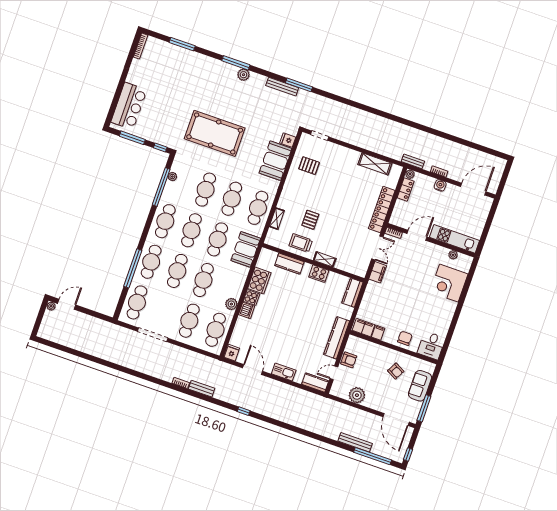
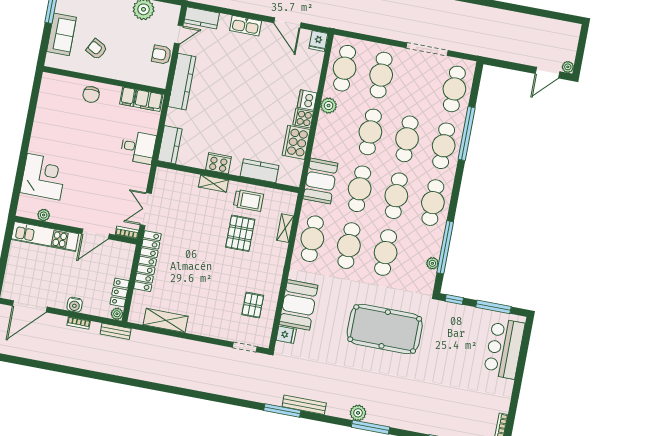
pallet: (309, 166) -> (253, 305), turned 90
pallet: (310, 220) -> (240, 233), width x1.50, depth x1.42
filing cabinet: (378, 272) -> (140, 177), removed
desk: (431, 345) -> (138, 147), moved, turned 90

